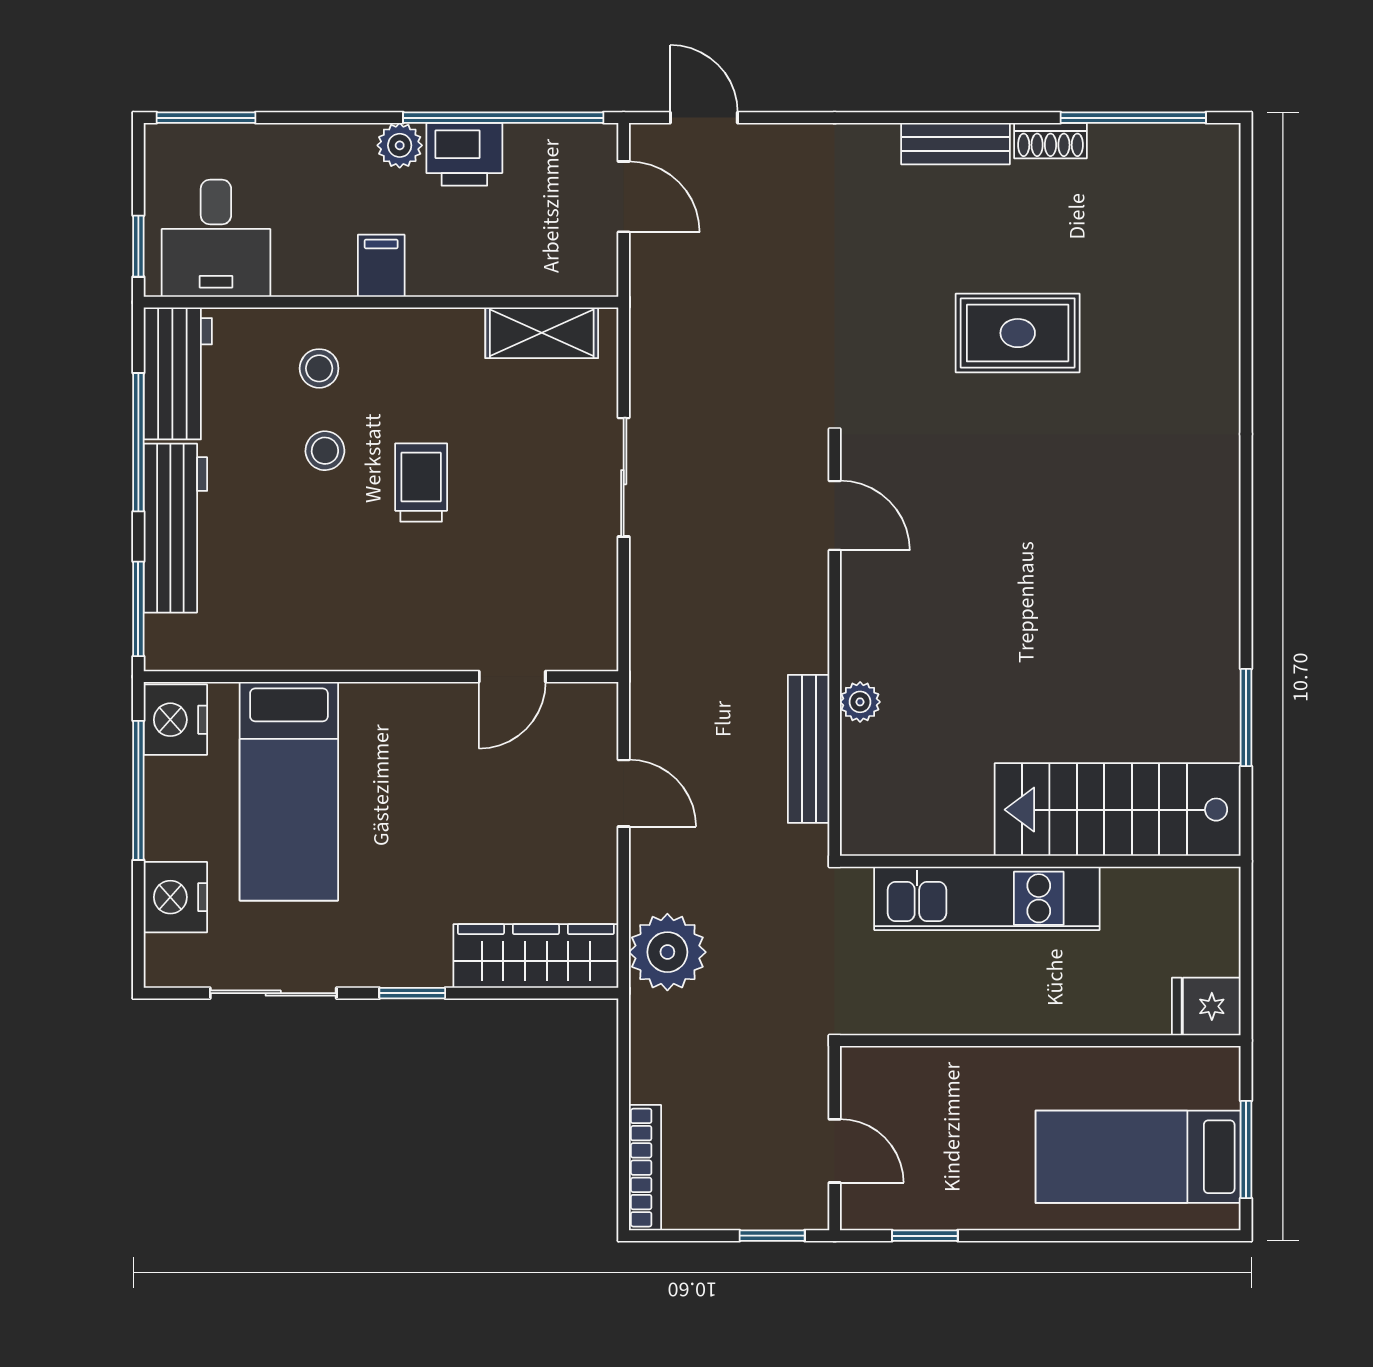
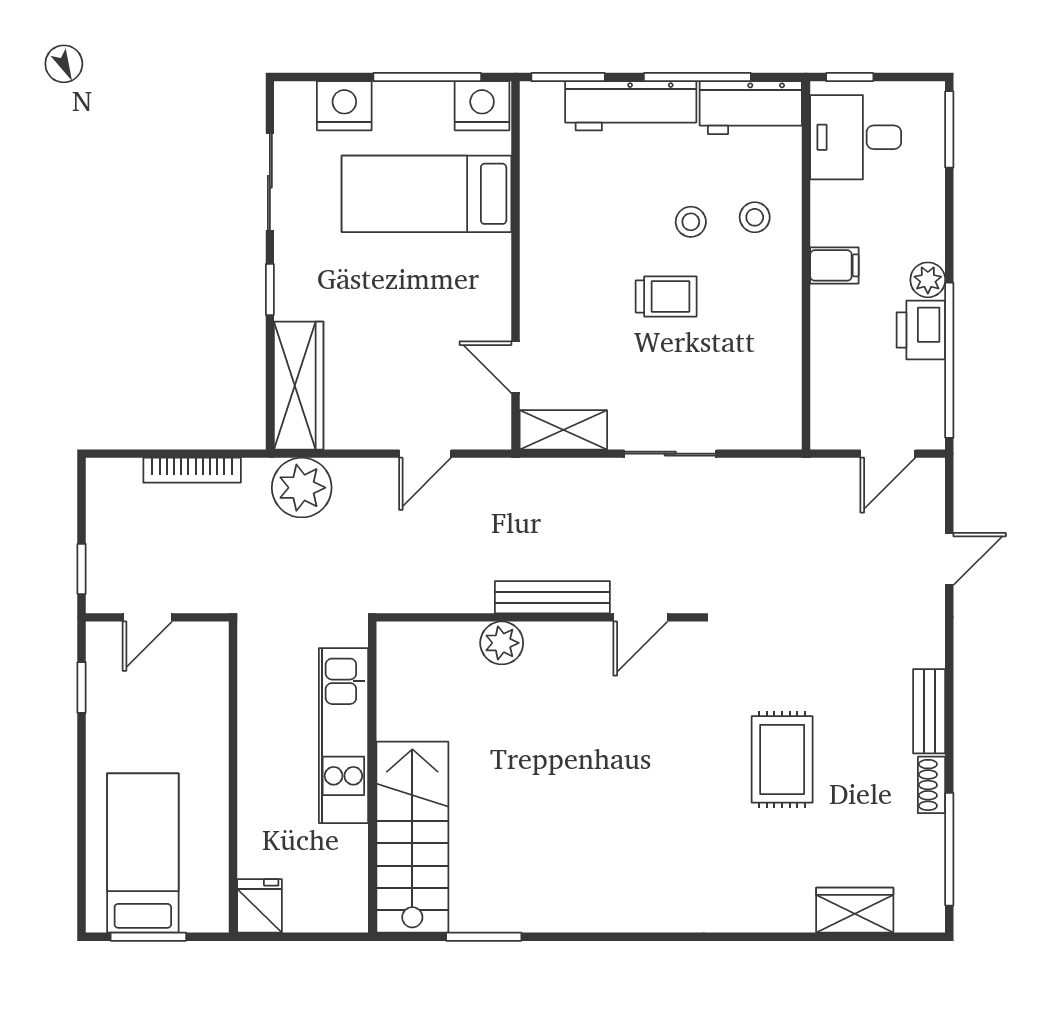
door: (704, 118) -> (949, 559), moved
wardrobe: (1212, 239) -> (855, 910), added
shelving: (542, 333) -> (563, 430), moved, turned 90
plant: (860, 702) -> (502, 643), width x1.38, depth x1.38
bench: (809, 749) -> (552, 597), moved
bookcase: (645, 1168) -> (192, 470), moved

